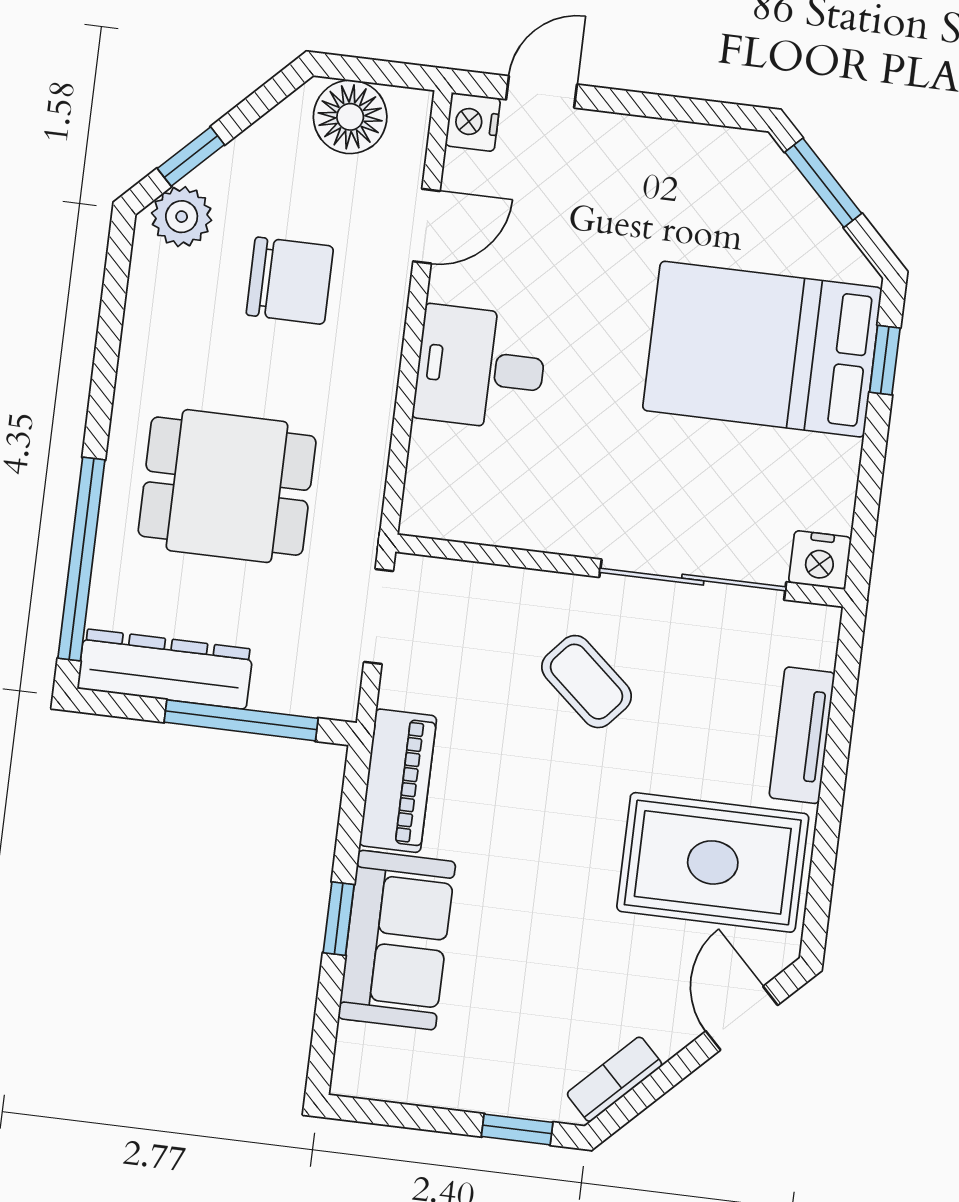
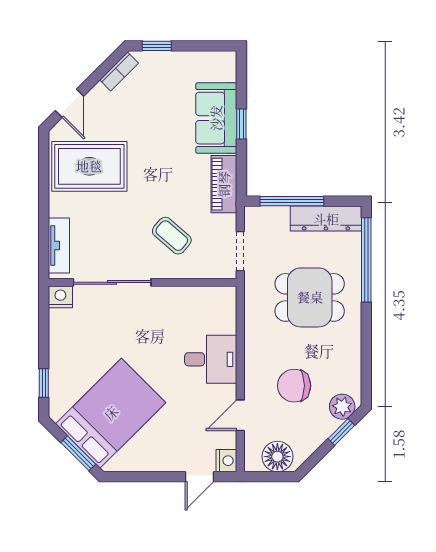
bed: (762, 349) -> (111, 413), moved, turned -45
coffee table: (587, 682) -> (172, 236), moved
tv unit: (802, 735) -> (59, 245), moved

